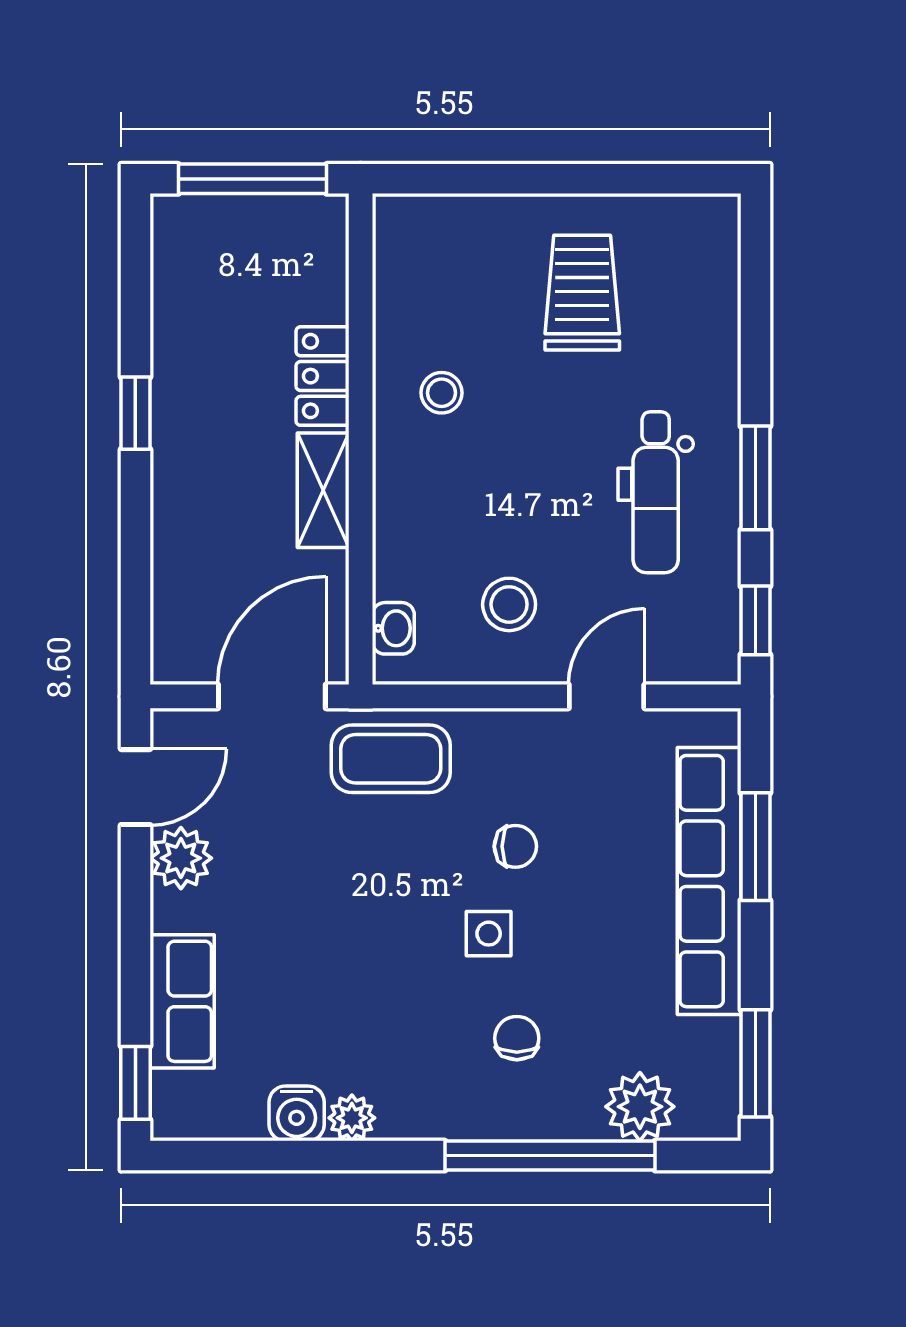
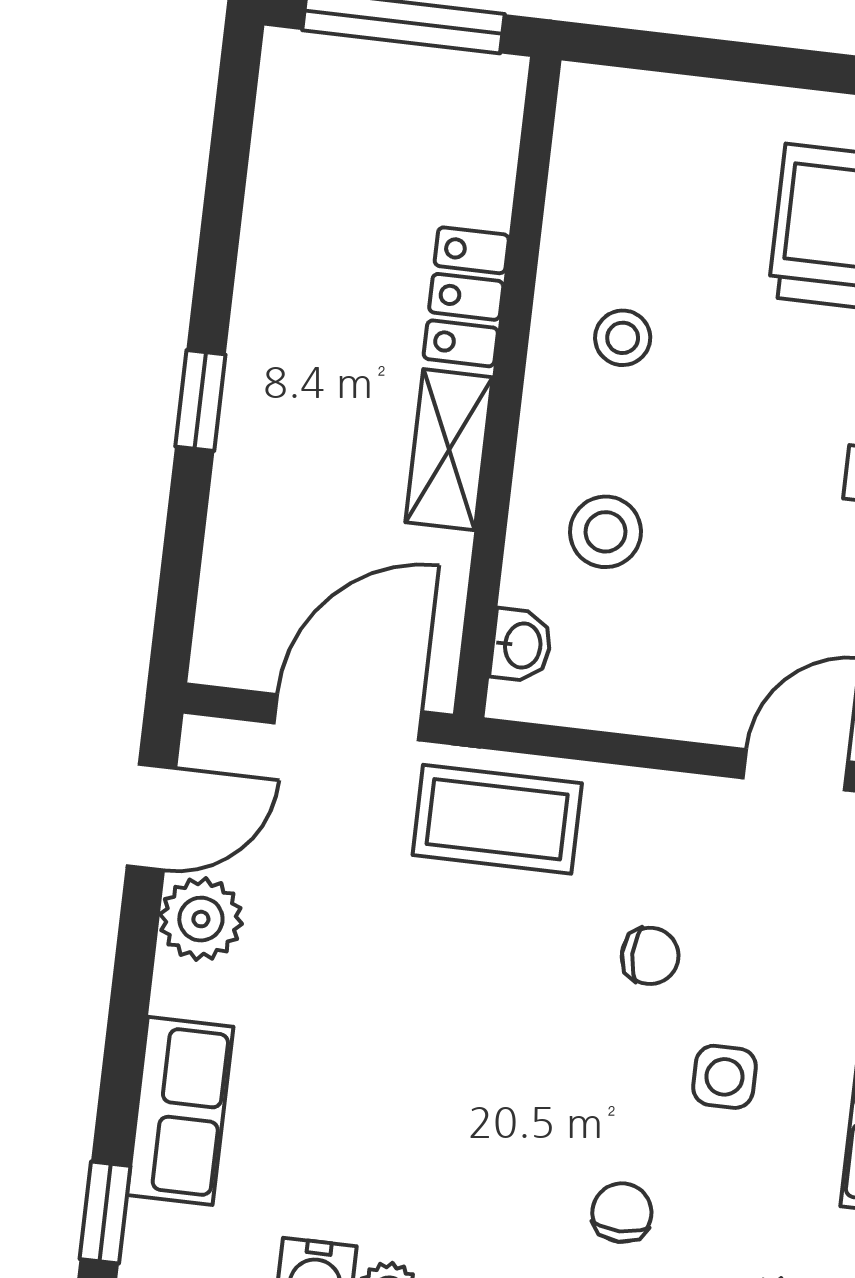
window: (135, 413) -> (200, 400), moved
stool: (509, 604) -> (605, 532), moved
side table: (489, 934) -> (724, 1077), moved

